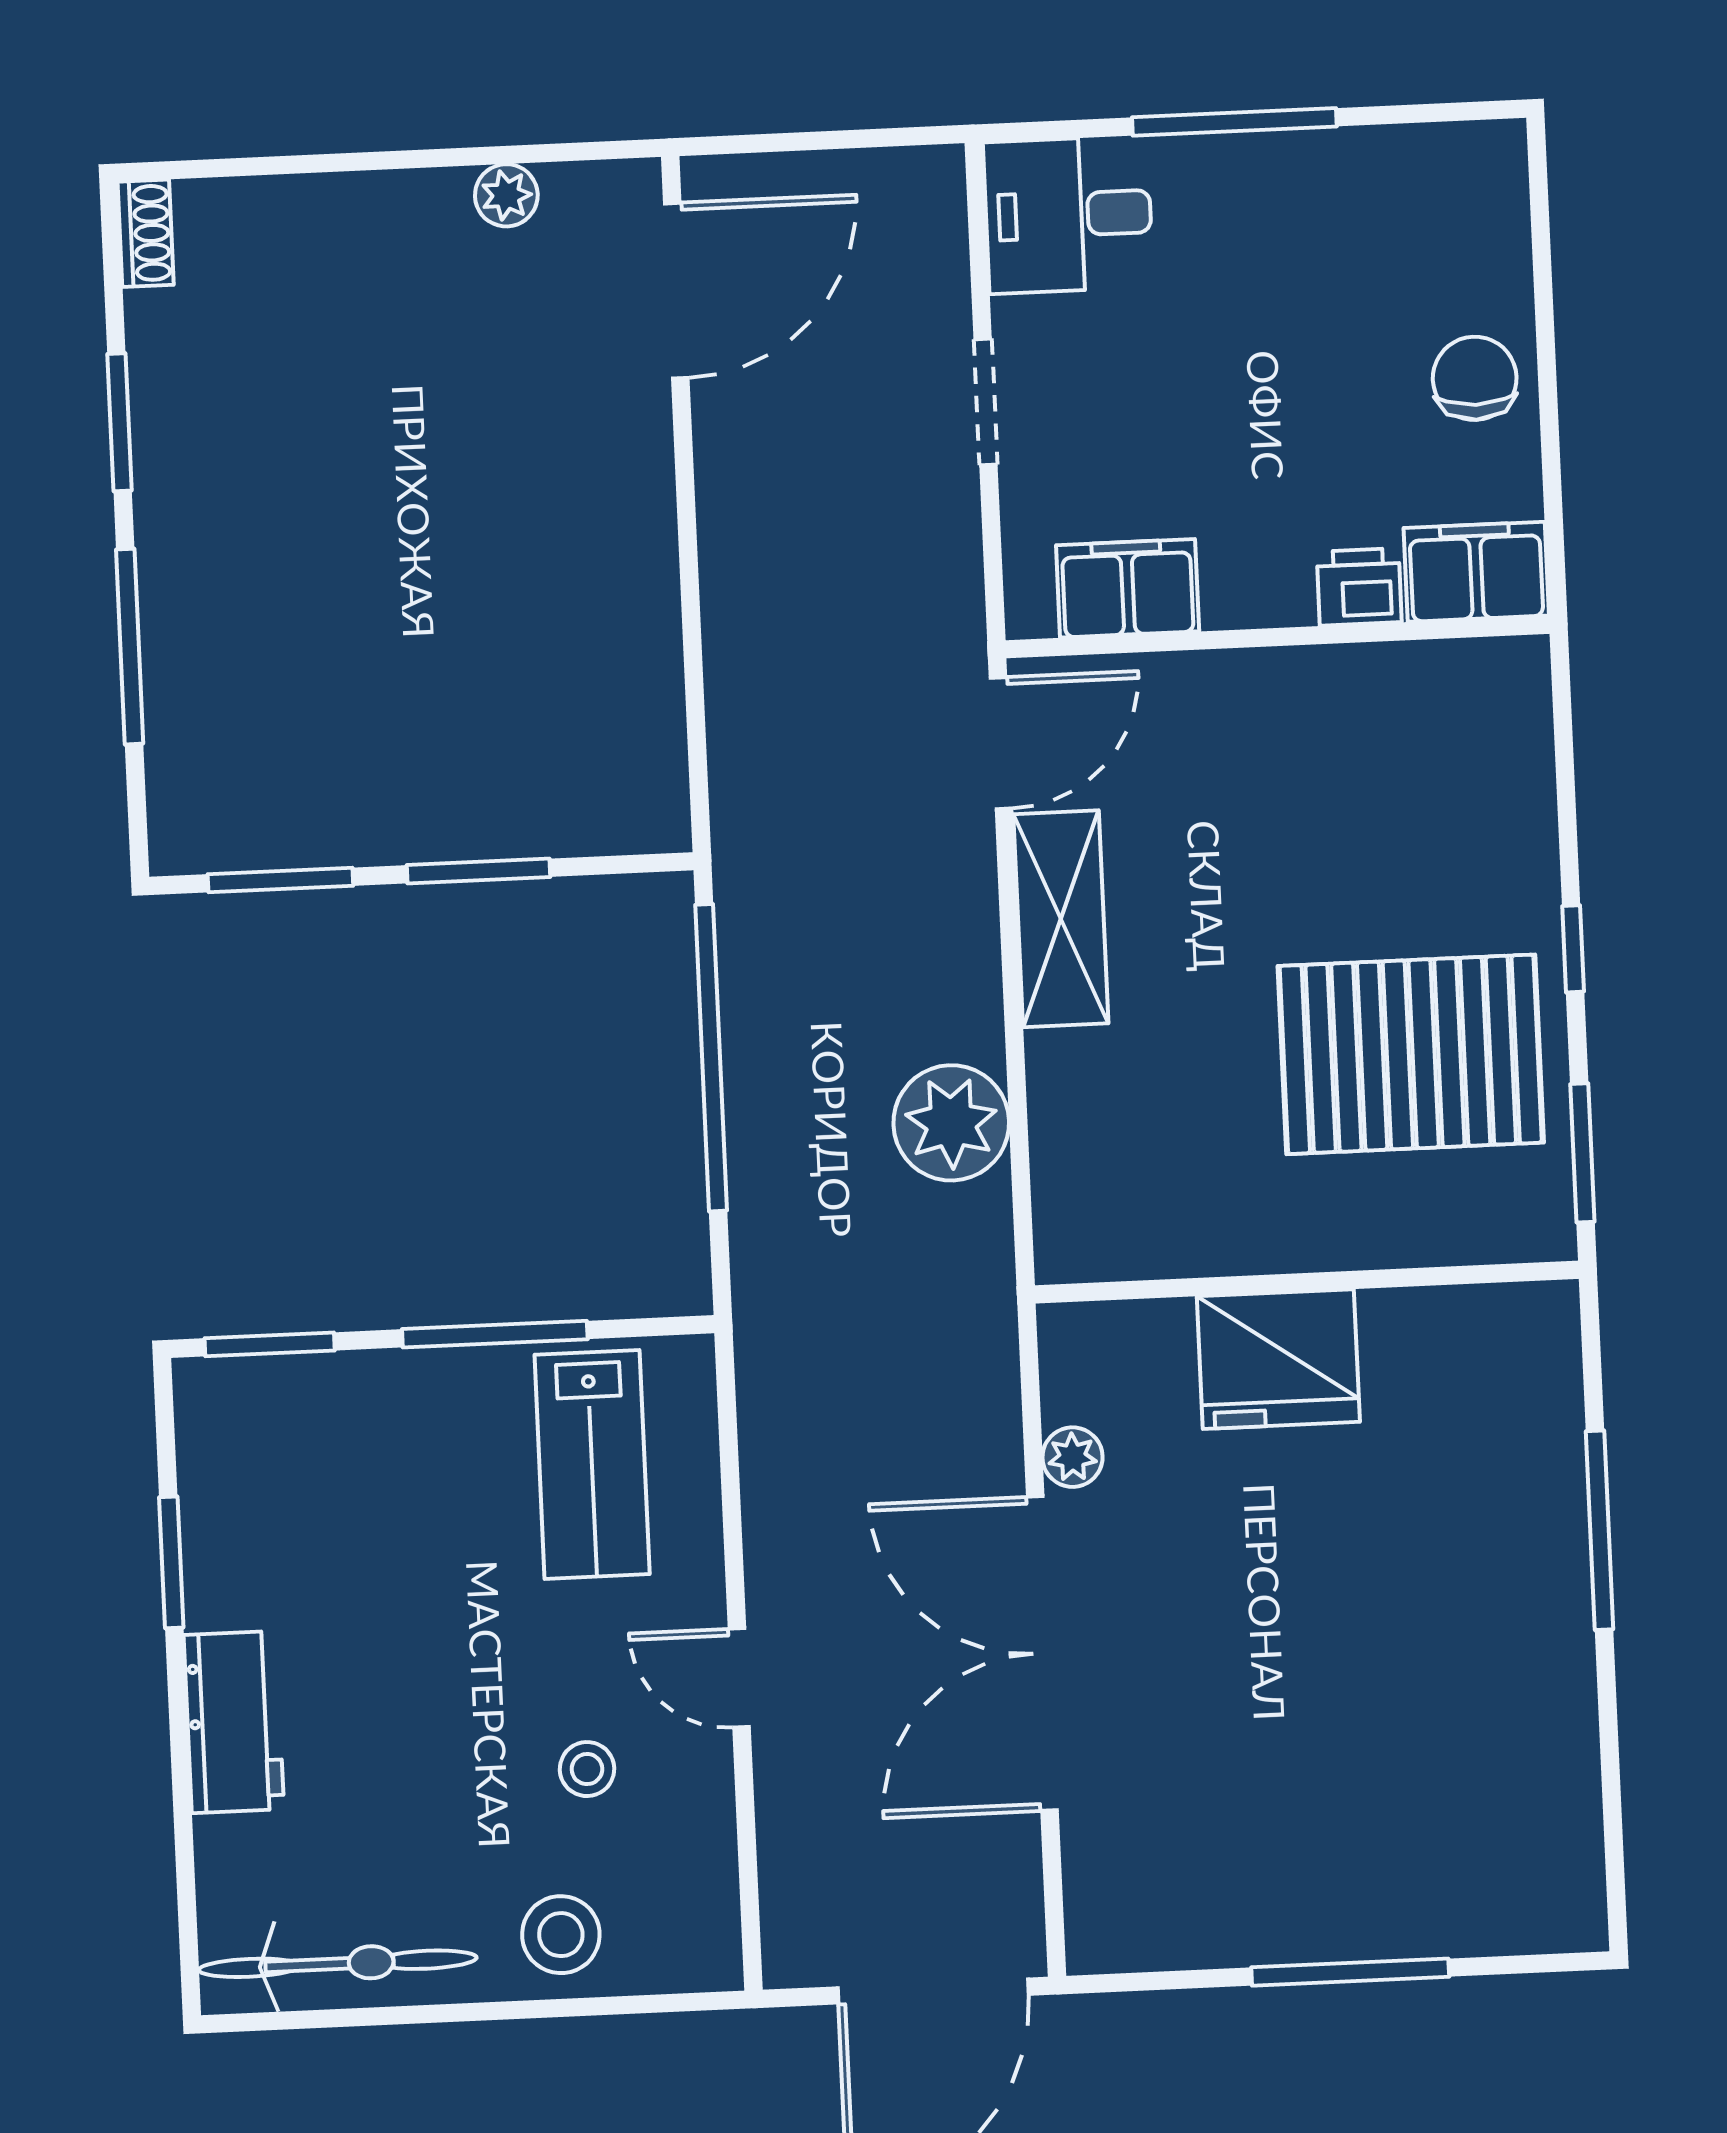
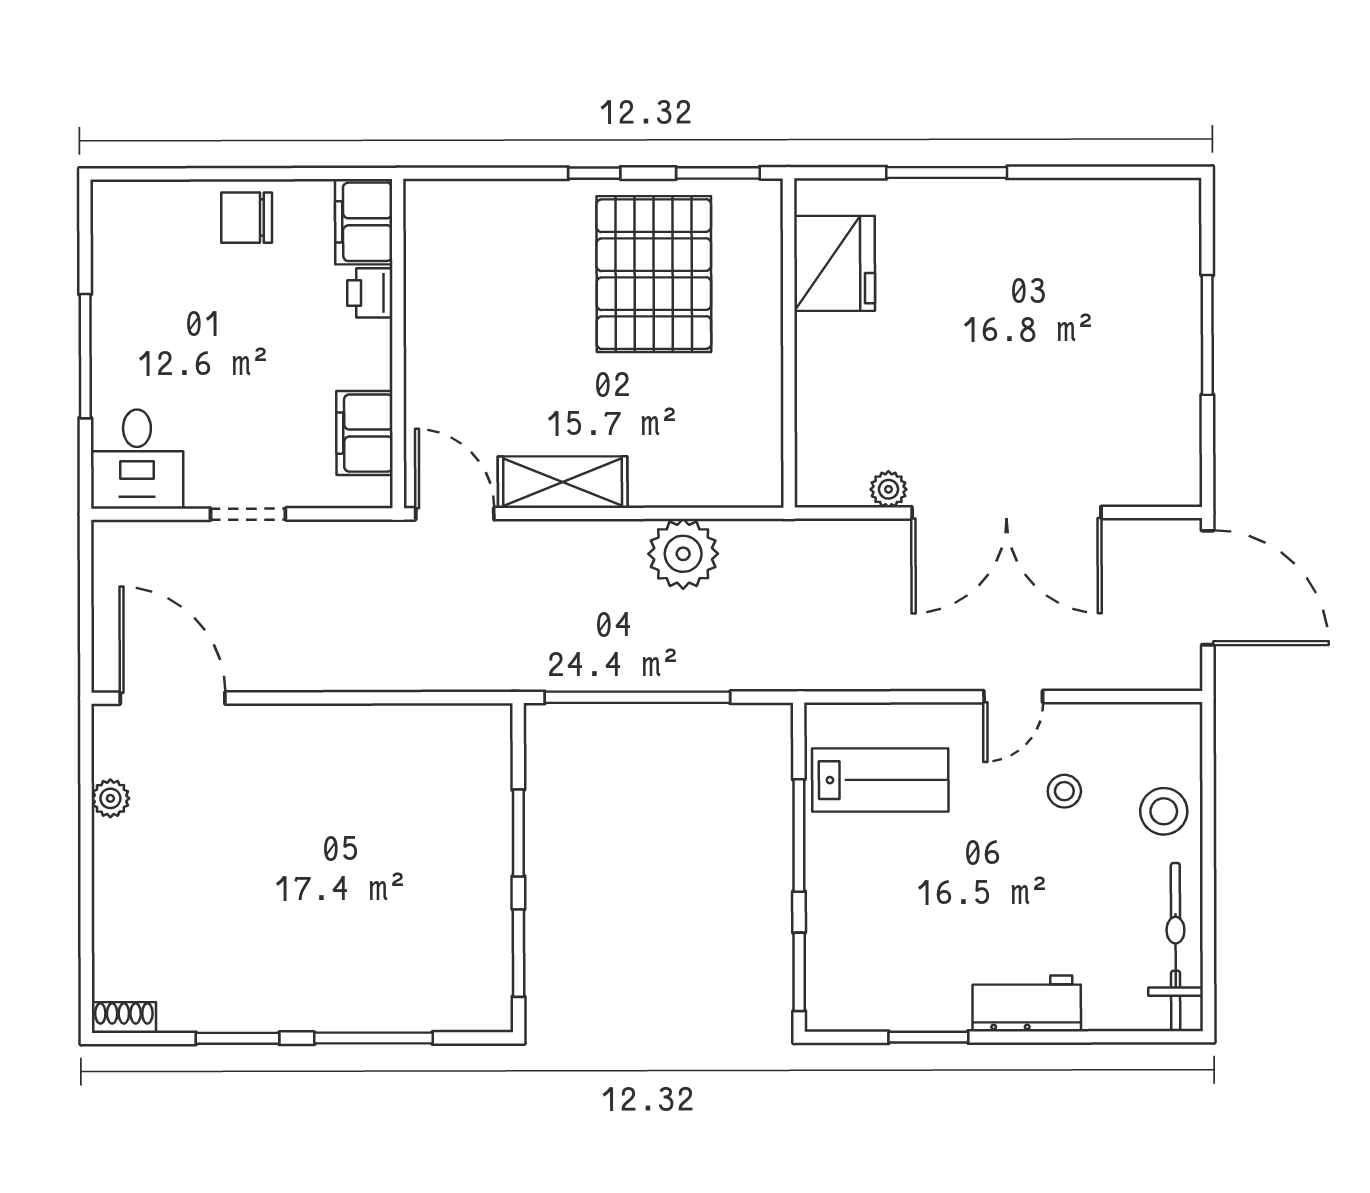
fridge: (1278, 1359) -> (834, 263), moved

